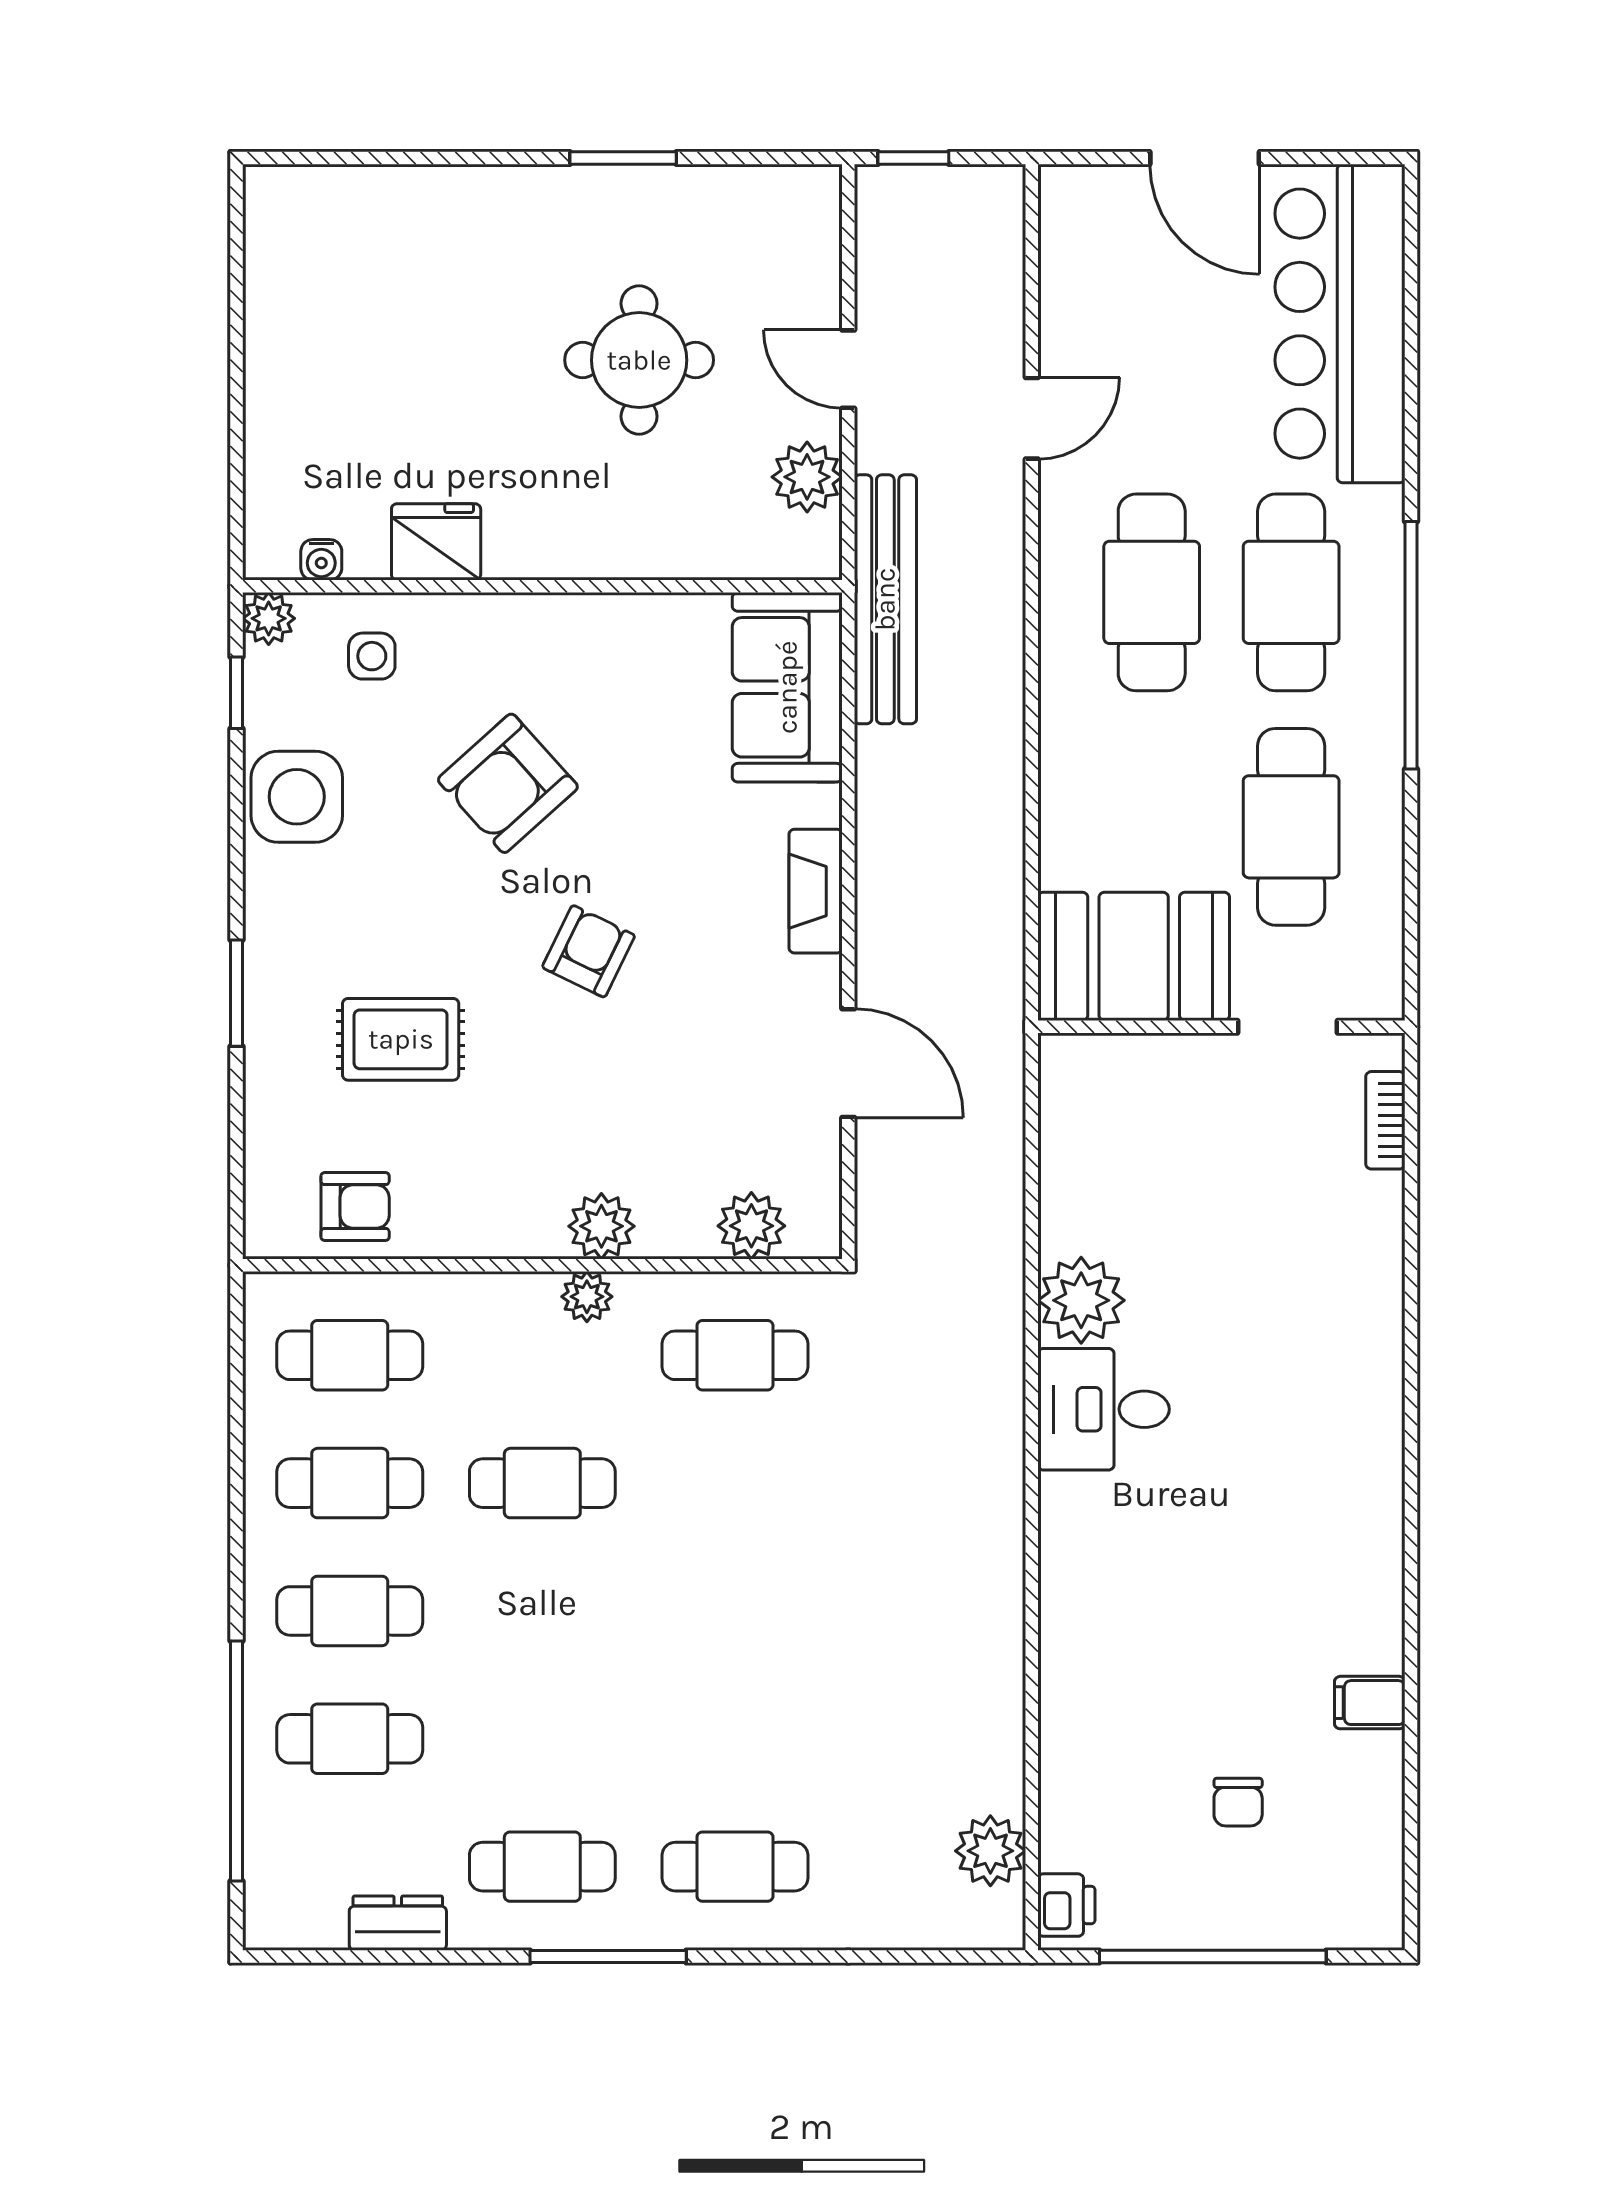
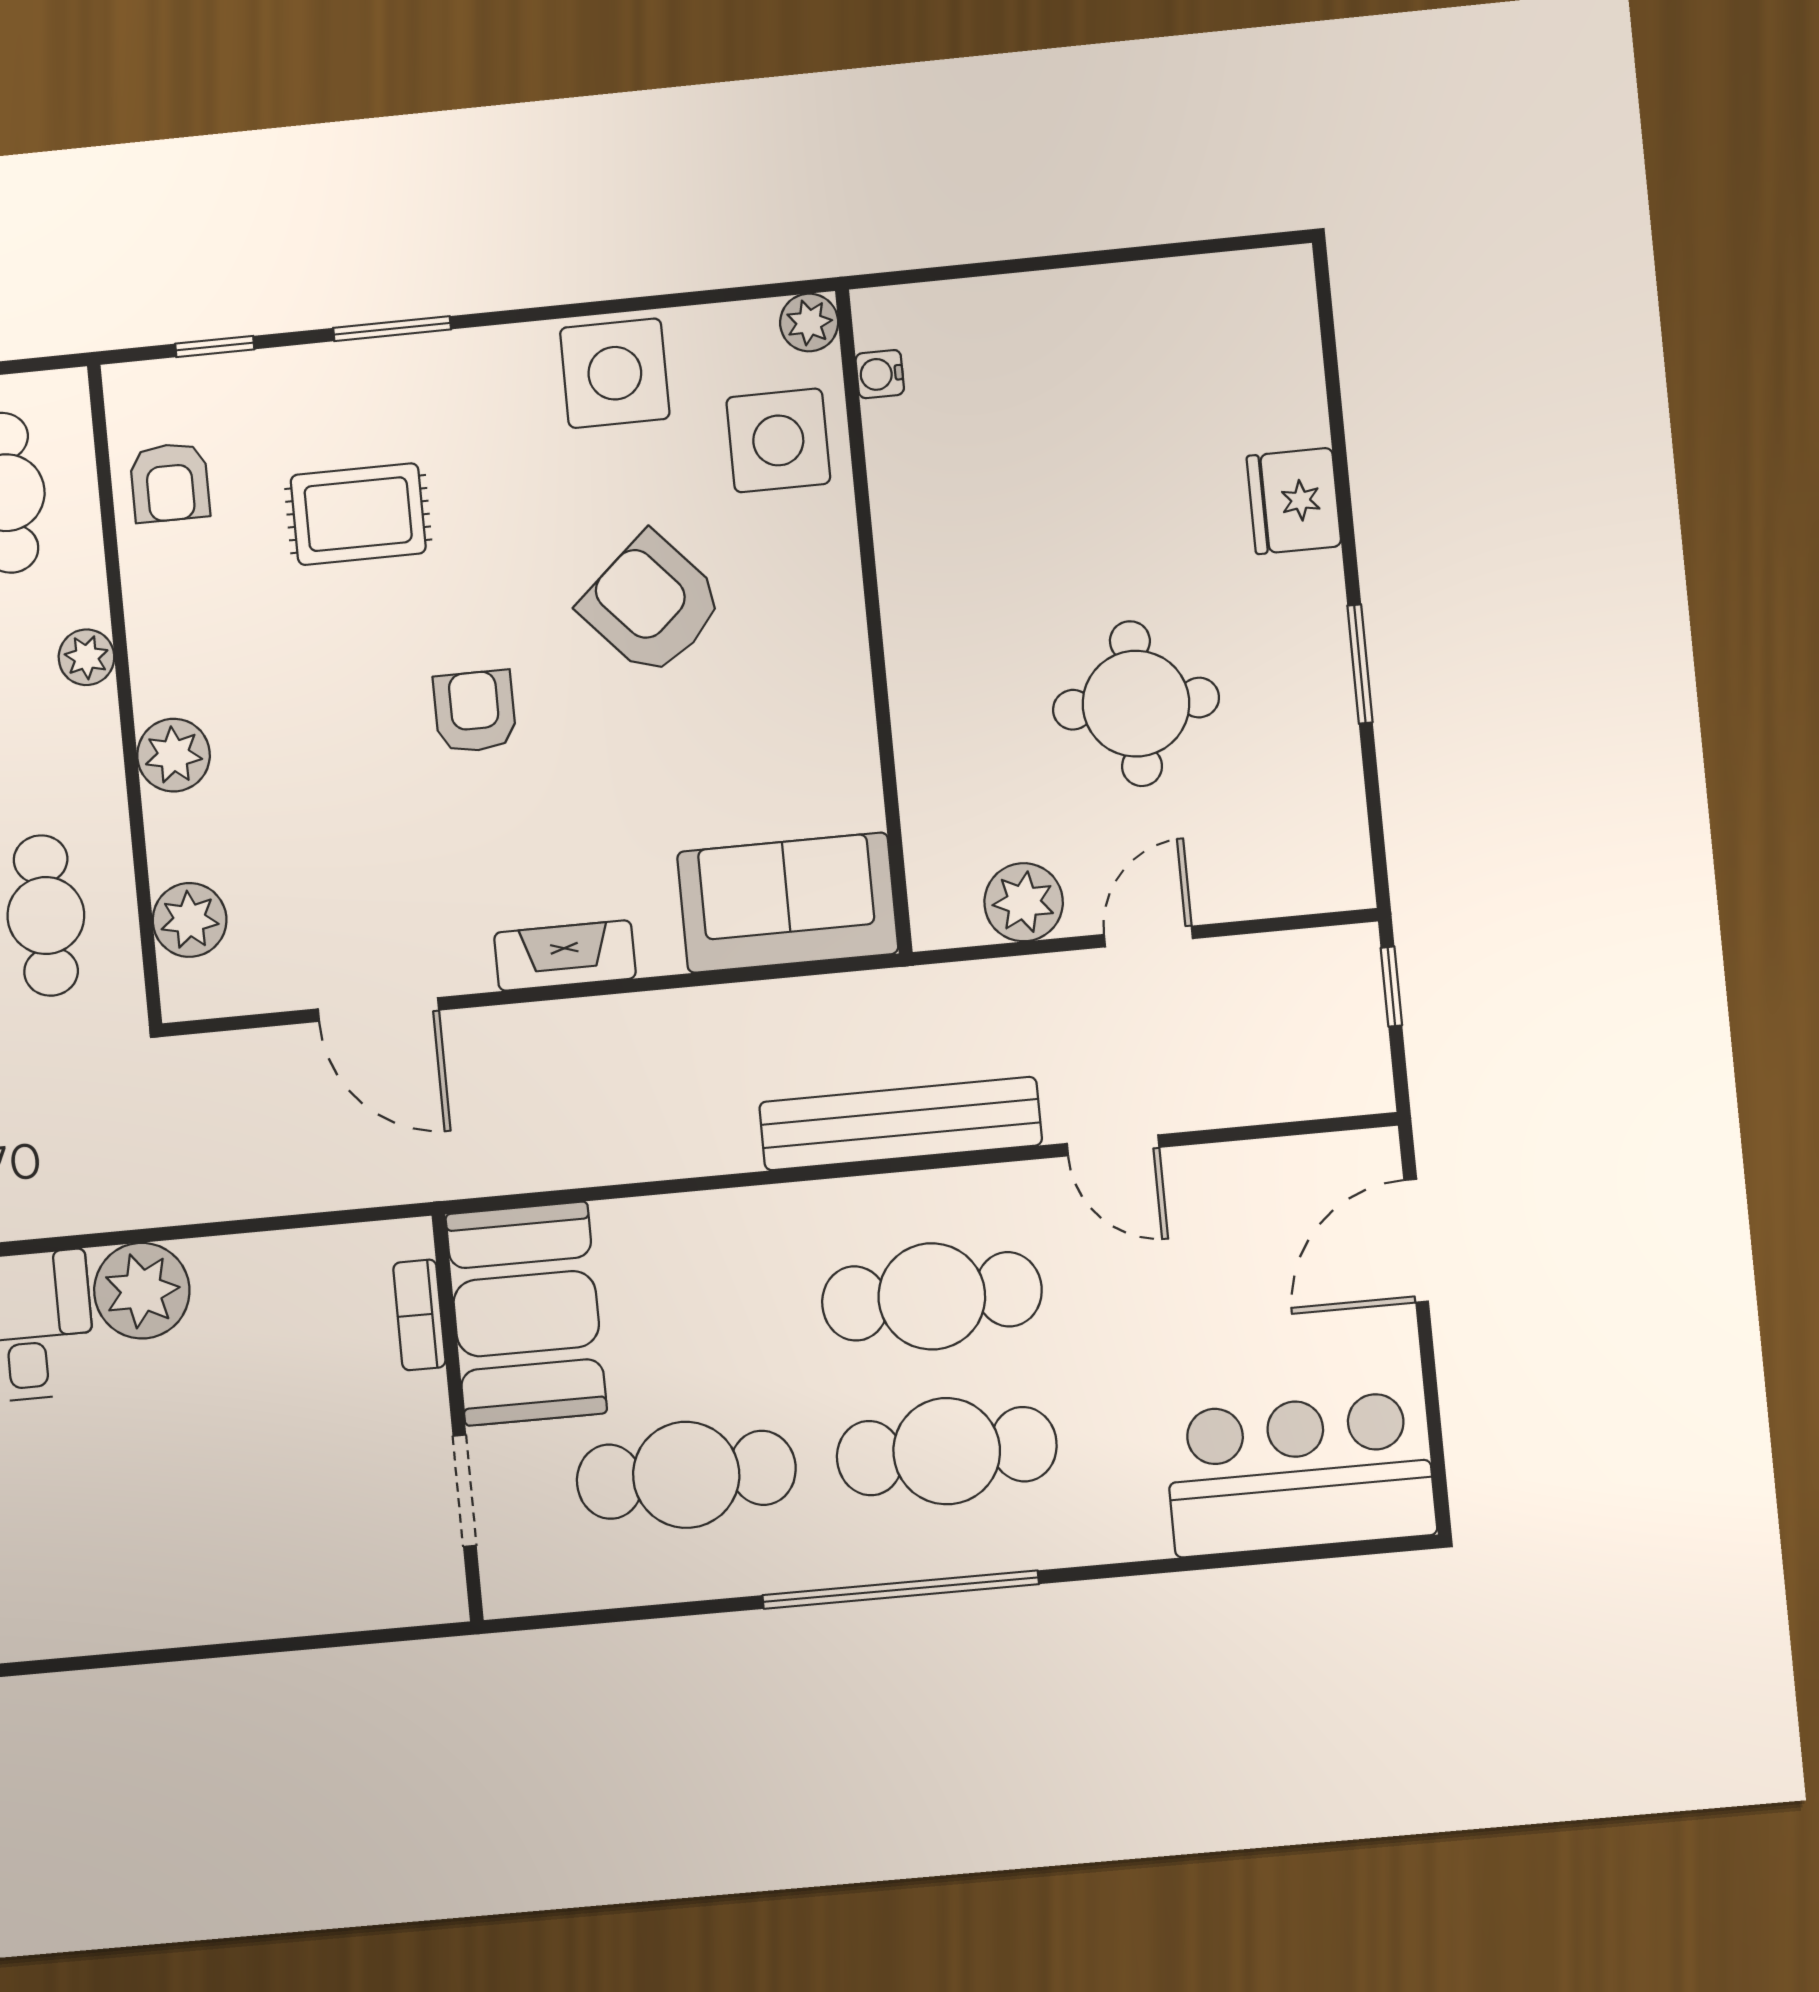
door: (1205, 158) -> (1416, 1241), moved
bar counter: (1340, 324) -> (1300, 1474), width x0.73
fridge: (436, 542) -> (1294, 501), moved, turned 180
bench: (885, 599) -> (901, 1124), moved
side table: (372, 656) -> (778, 440), width x1.87, depth x1.87
window: (236, 693) -> (215, 346), moved
armchair: (589, 951) -> (475, 711), turned -116
rug: (401, 1039) -> (358, 514), turned 90
door: (848, 1063) -> (379, 1010), hinge flipped
bookcase: (1385, 1120) -> (419, 1315), moved, turned -90
plant: (587, 1297) -> (86, 657), moved

